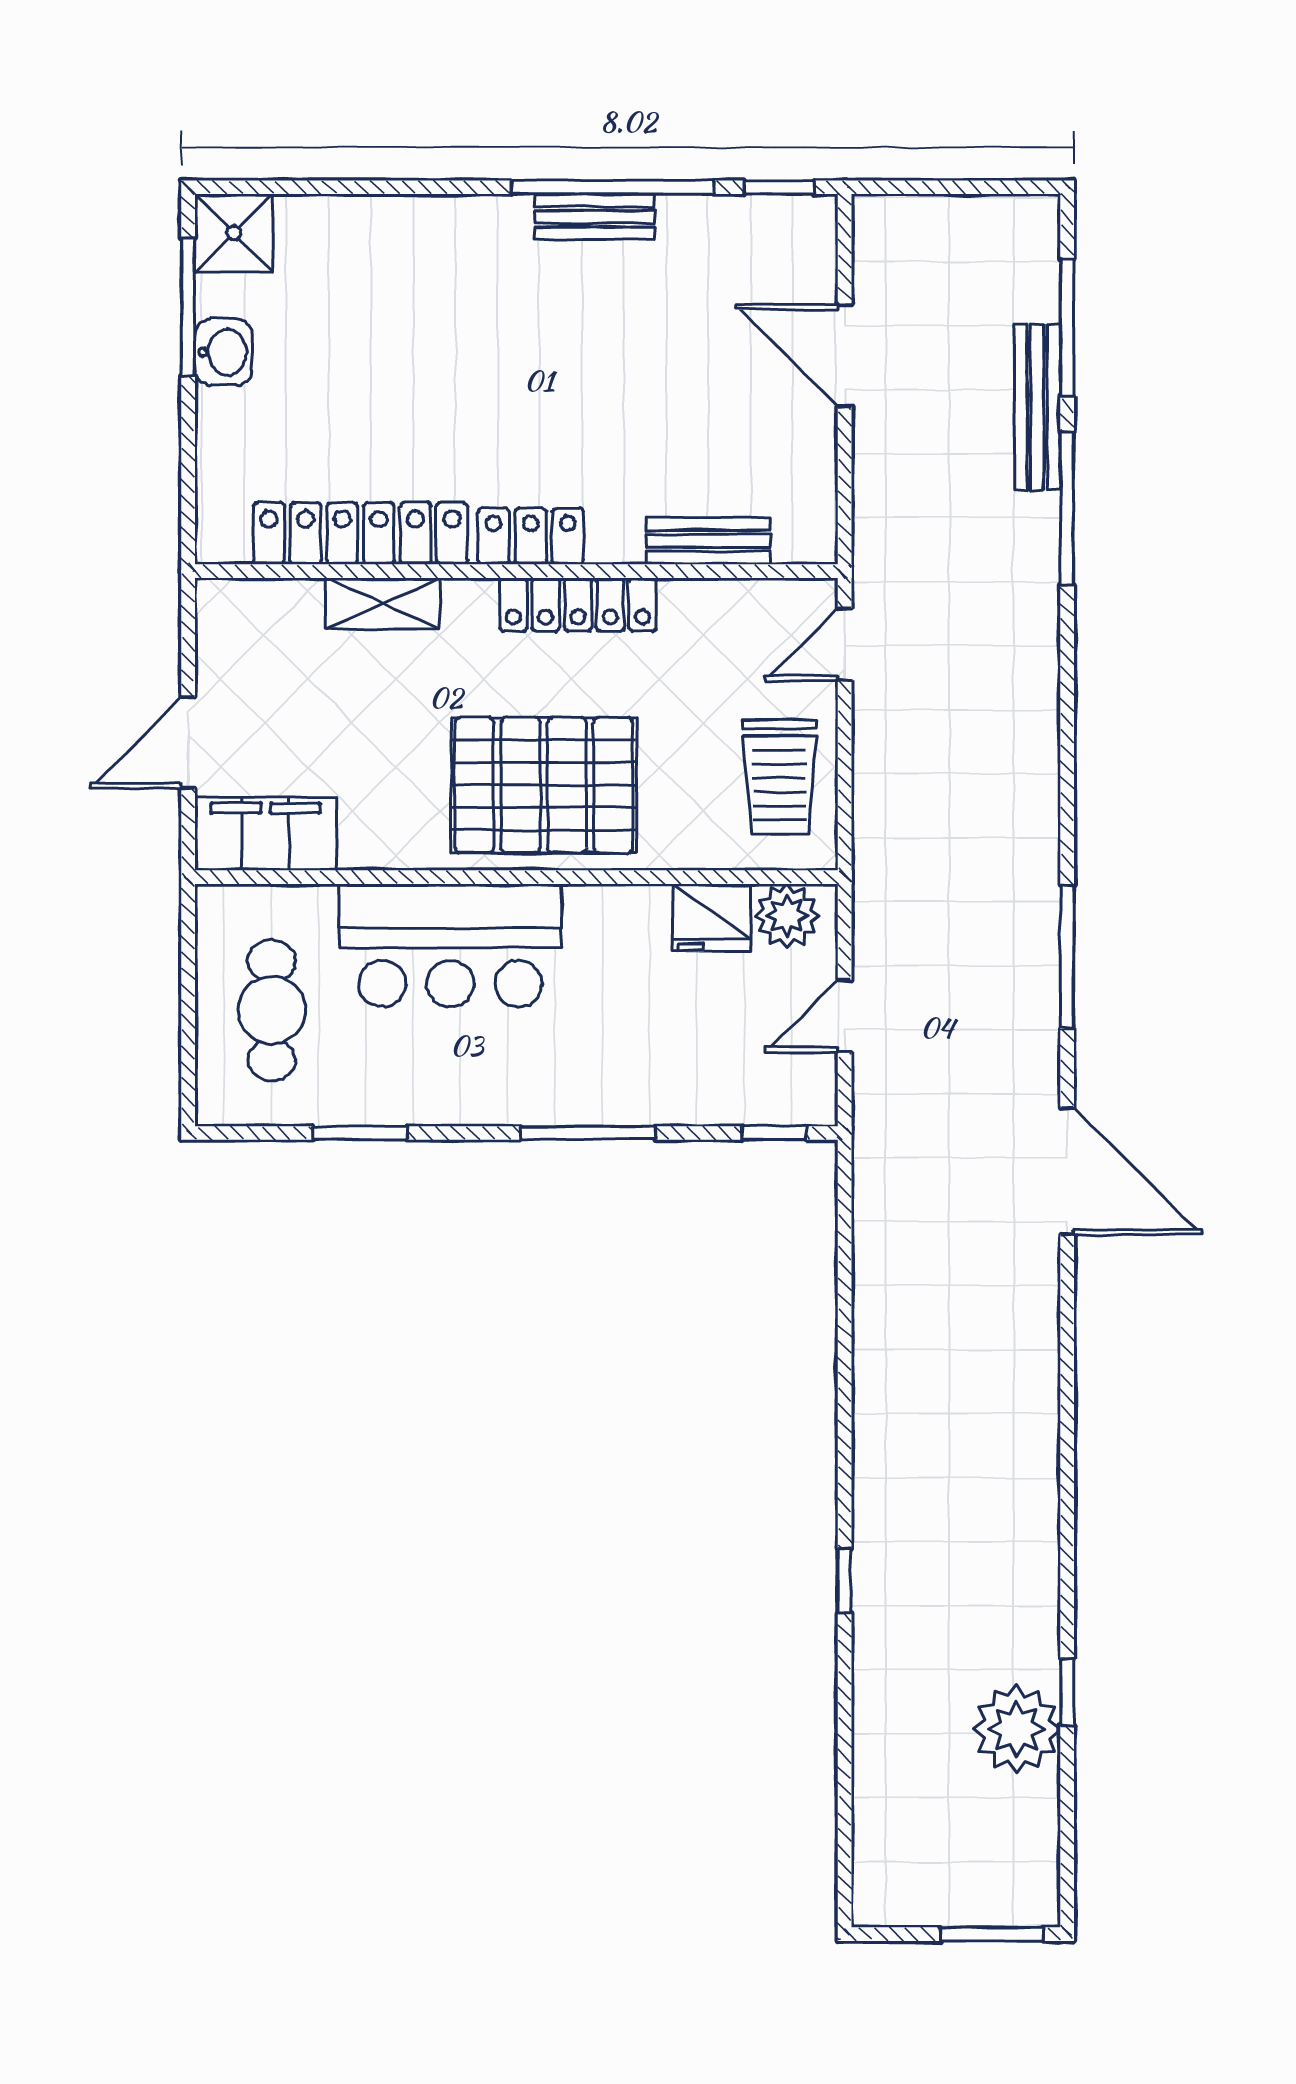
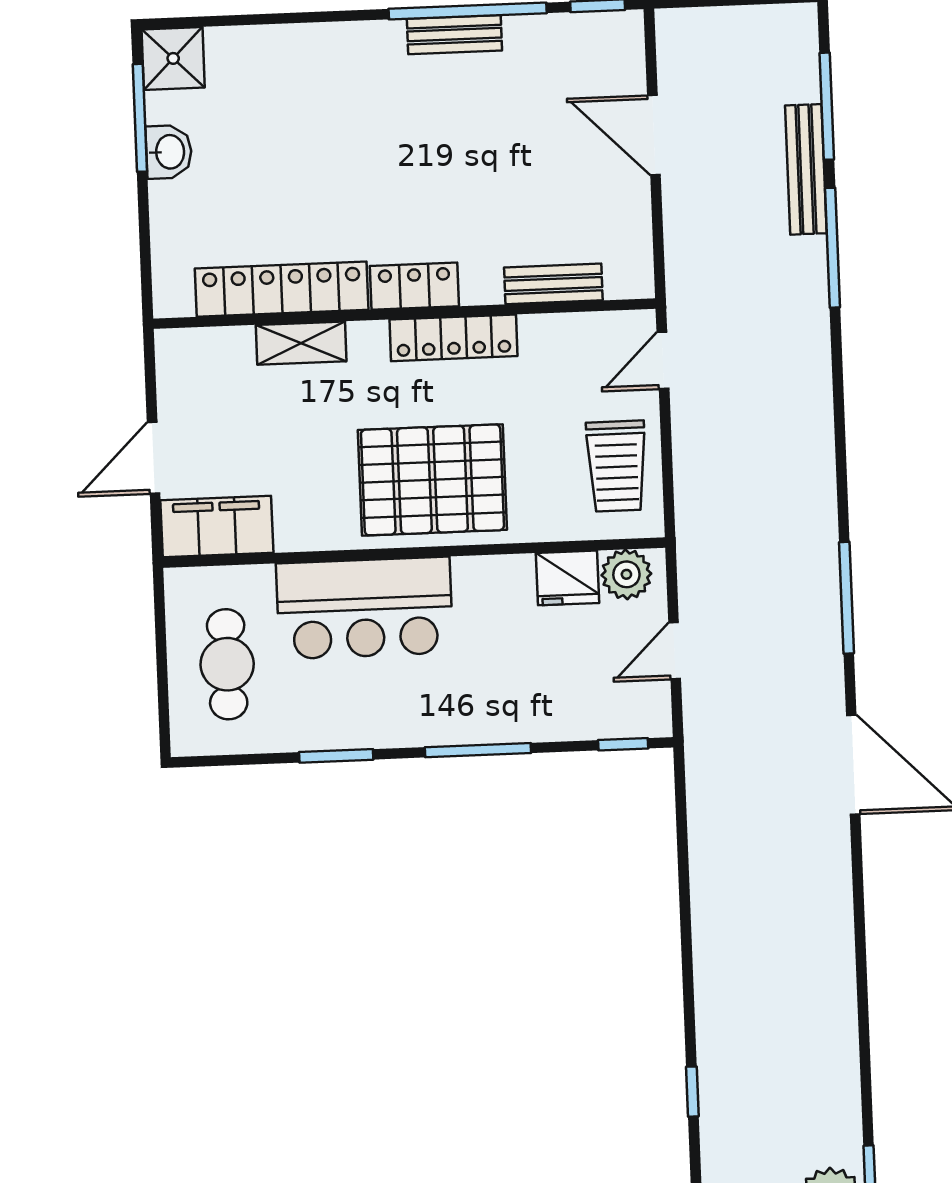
window: (360, 1133) -> (336, 756), moved

